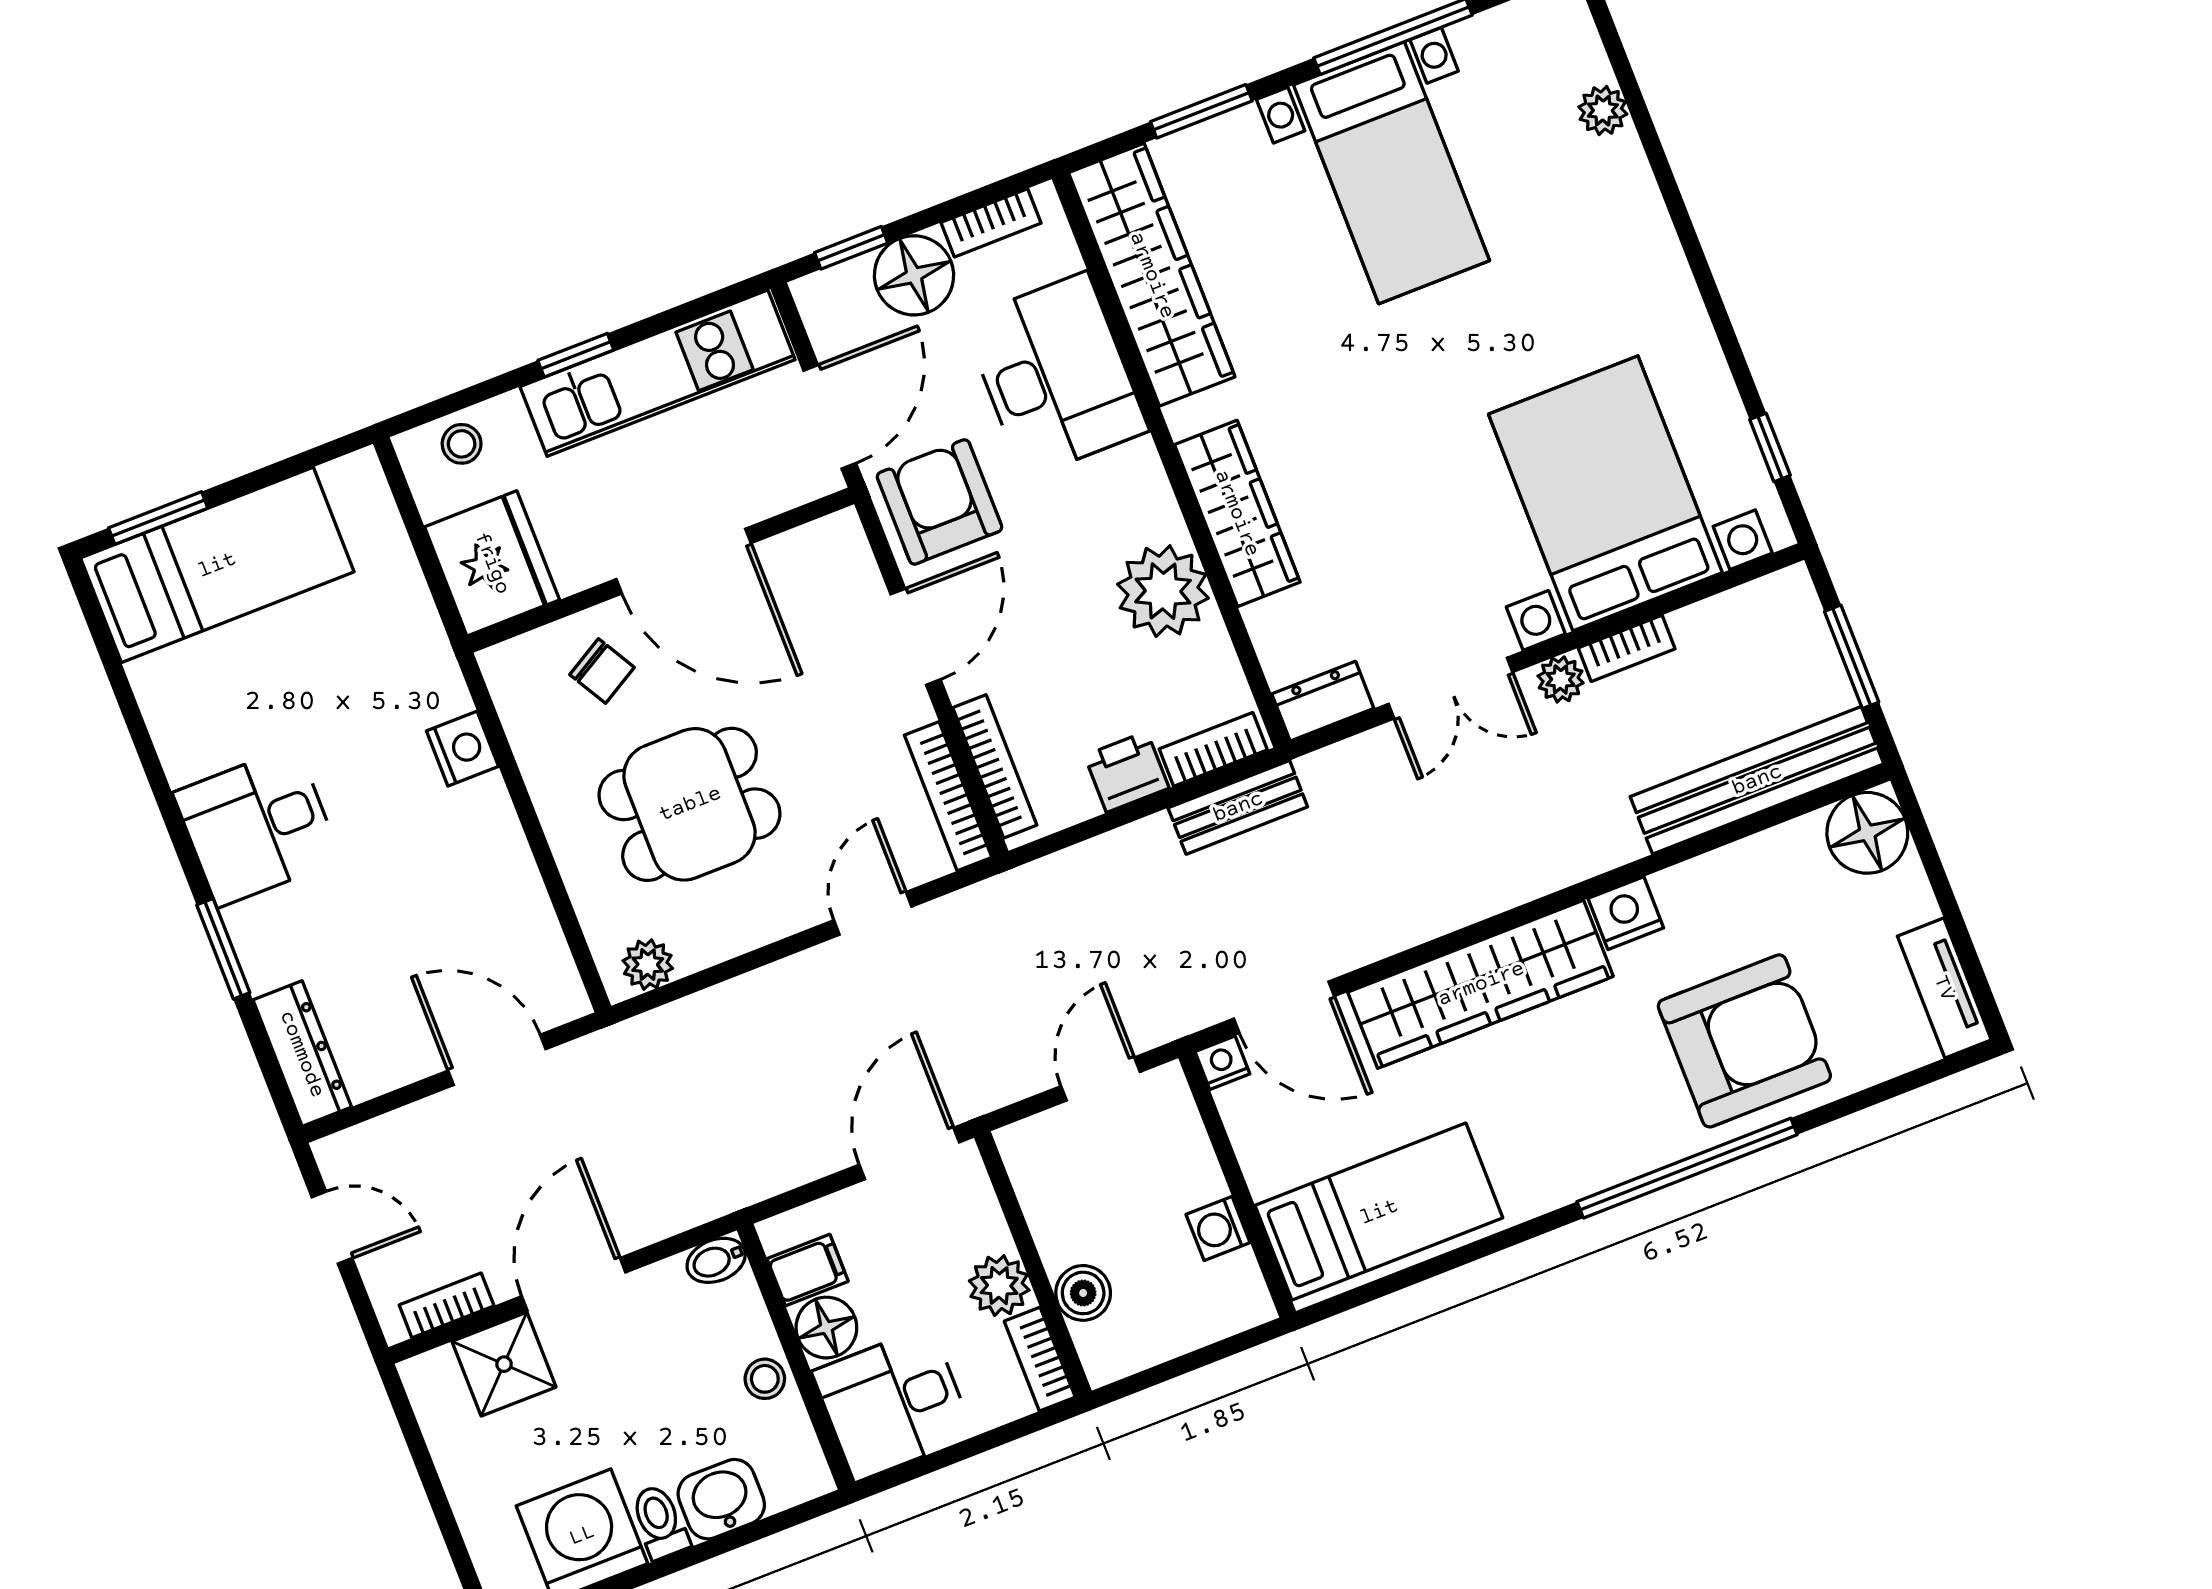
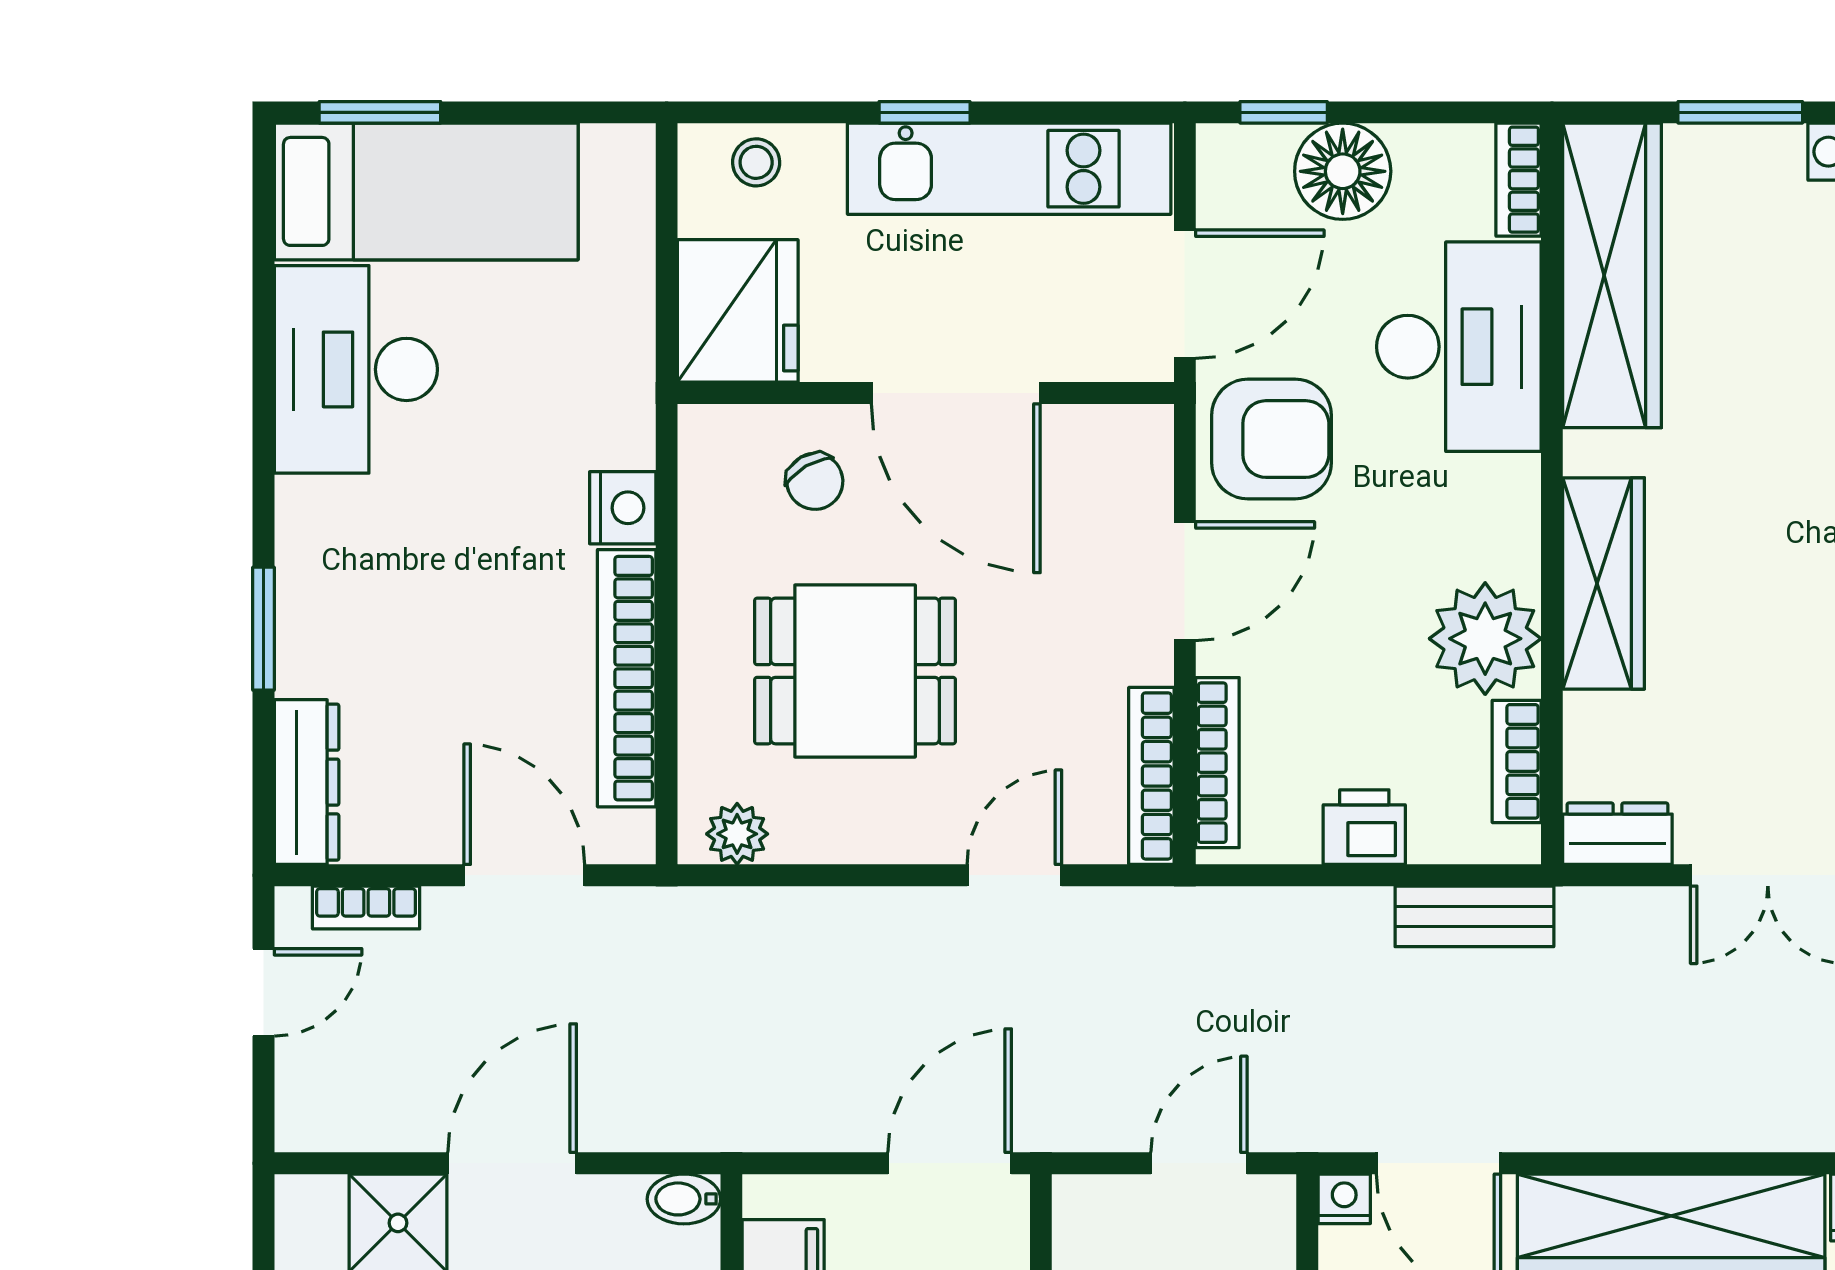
bookcase: (991, 223) -> (1519, 180), moved, turned 90
armchair: (939, 502) -> (1271, 439), turned 90
bookcase: (1213, 749) -> (1517, 761), moved, turned -90
desk: (257, 826) -> (356, 369), moved, width x1.37
bookcase: (516, 878) -> (627, 678), added
door: (332, 1228) -> (264, 992), hinge flipped
bookcase: (447, 1305) -> (366, 908), moved, turned 180

